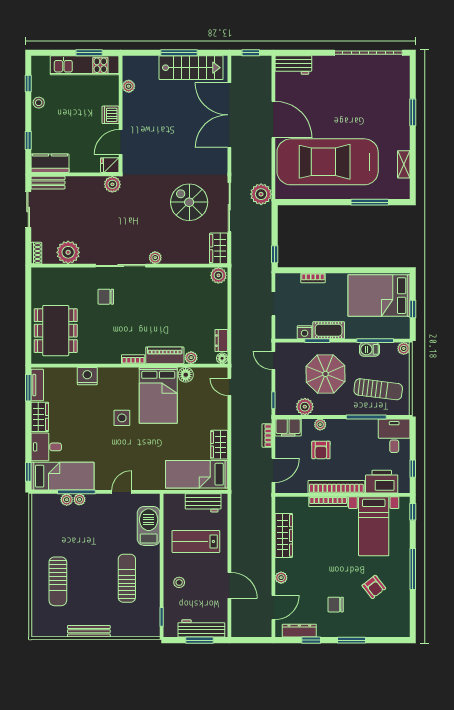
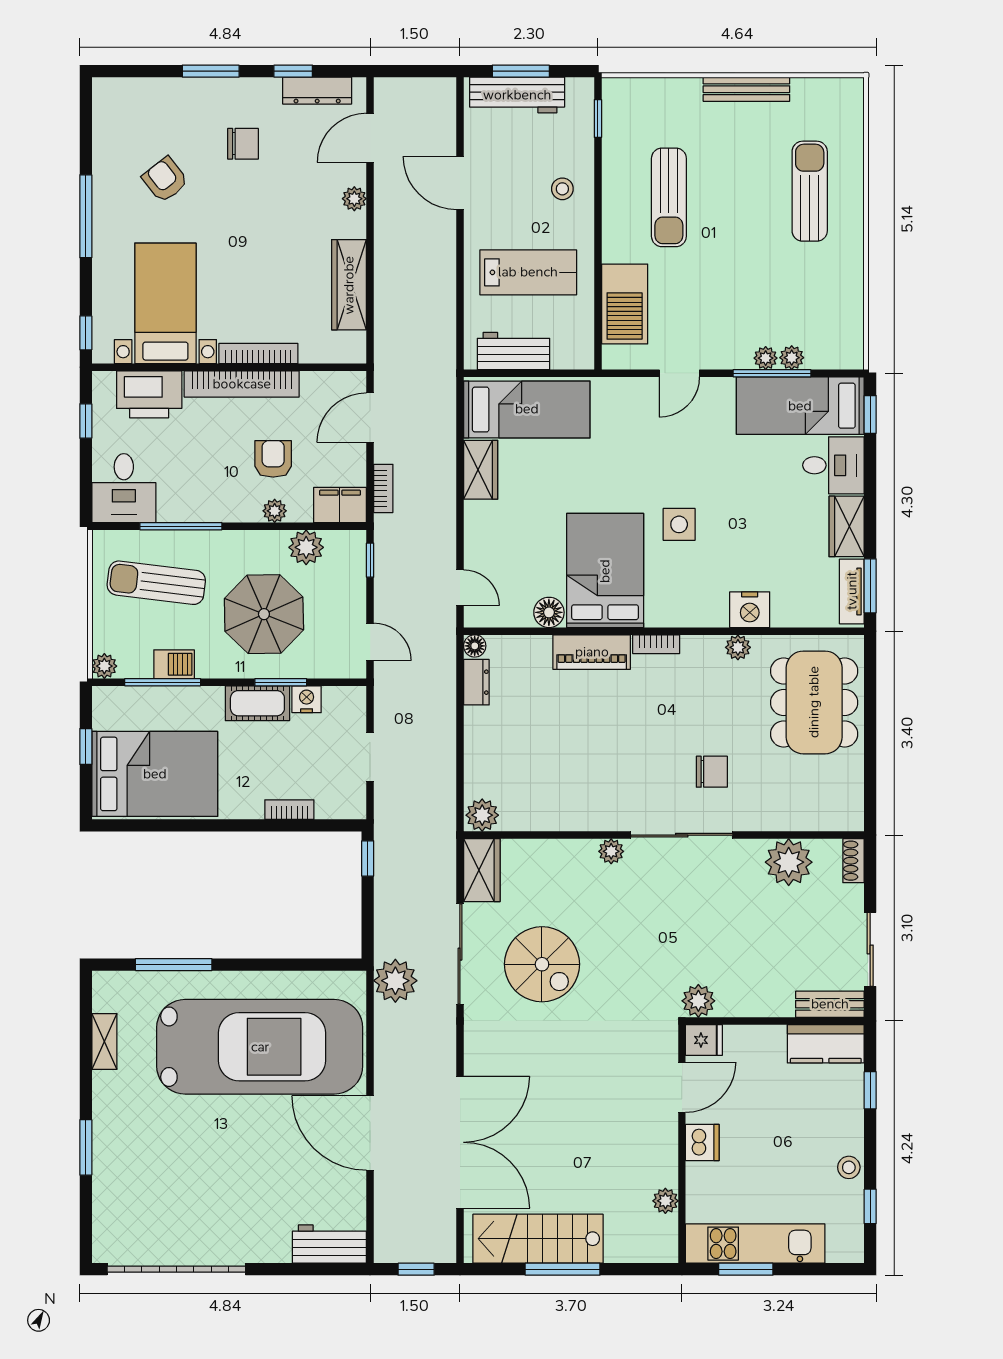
plant: (191, 358) -> (738, 647), moved

